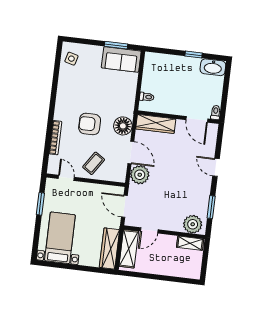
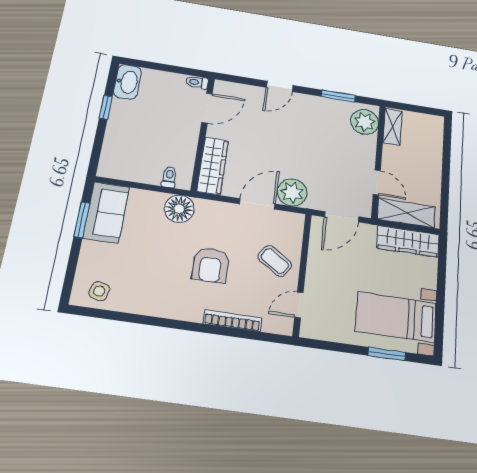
floor lamp: (123, 126) -> (179, 209), moved
window: (40, 204) -> (387, 354), moved

